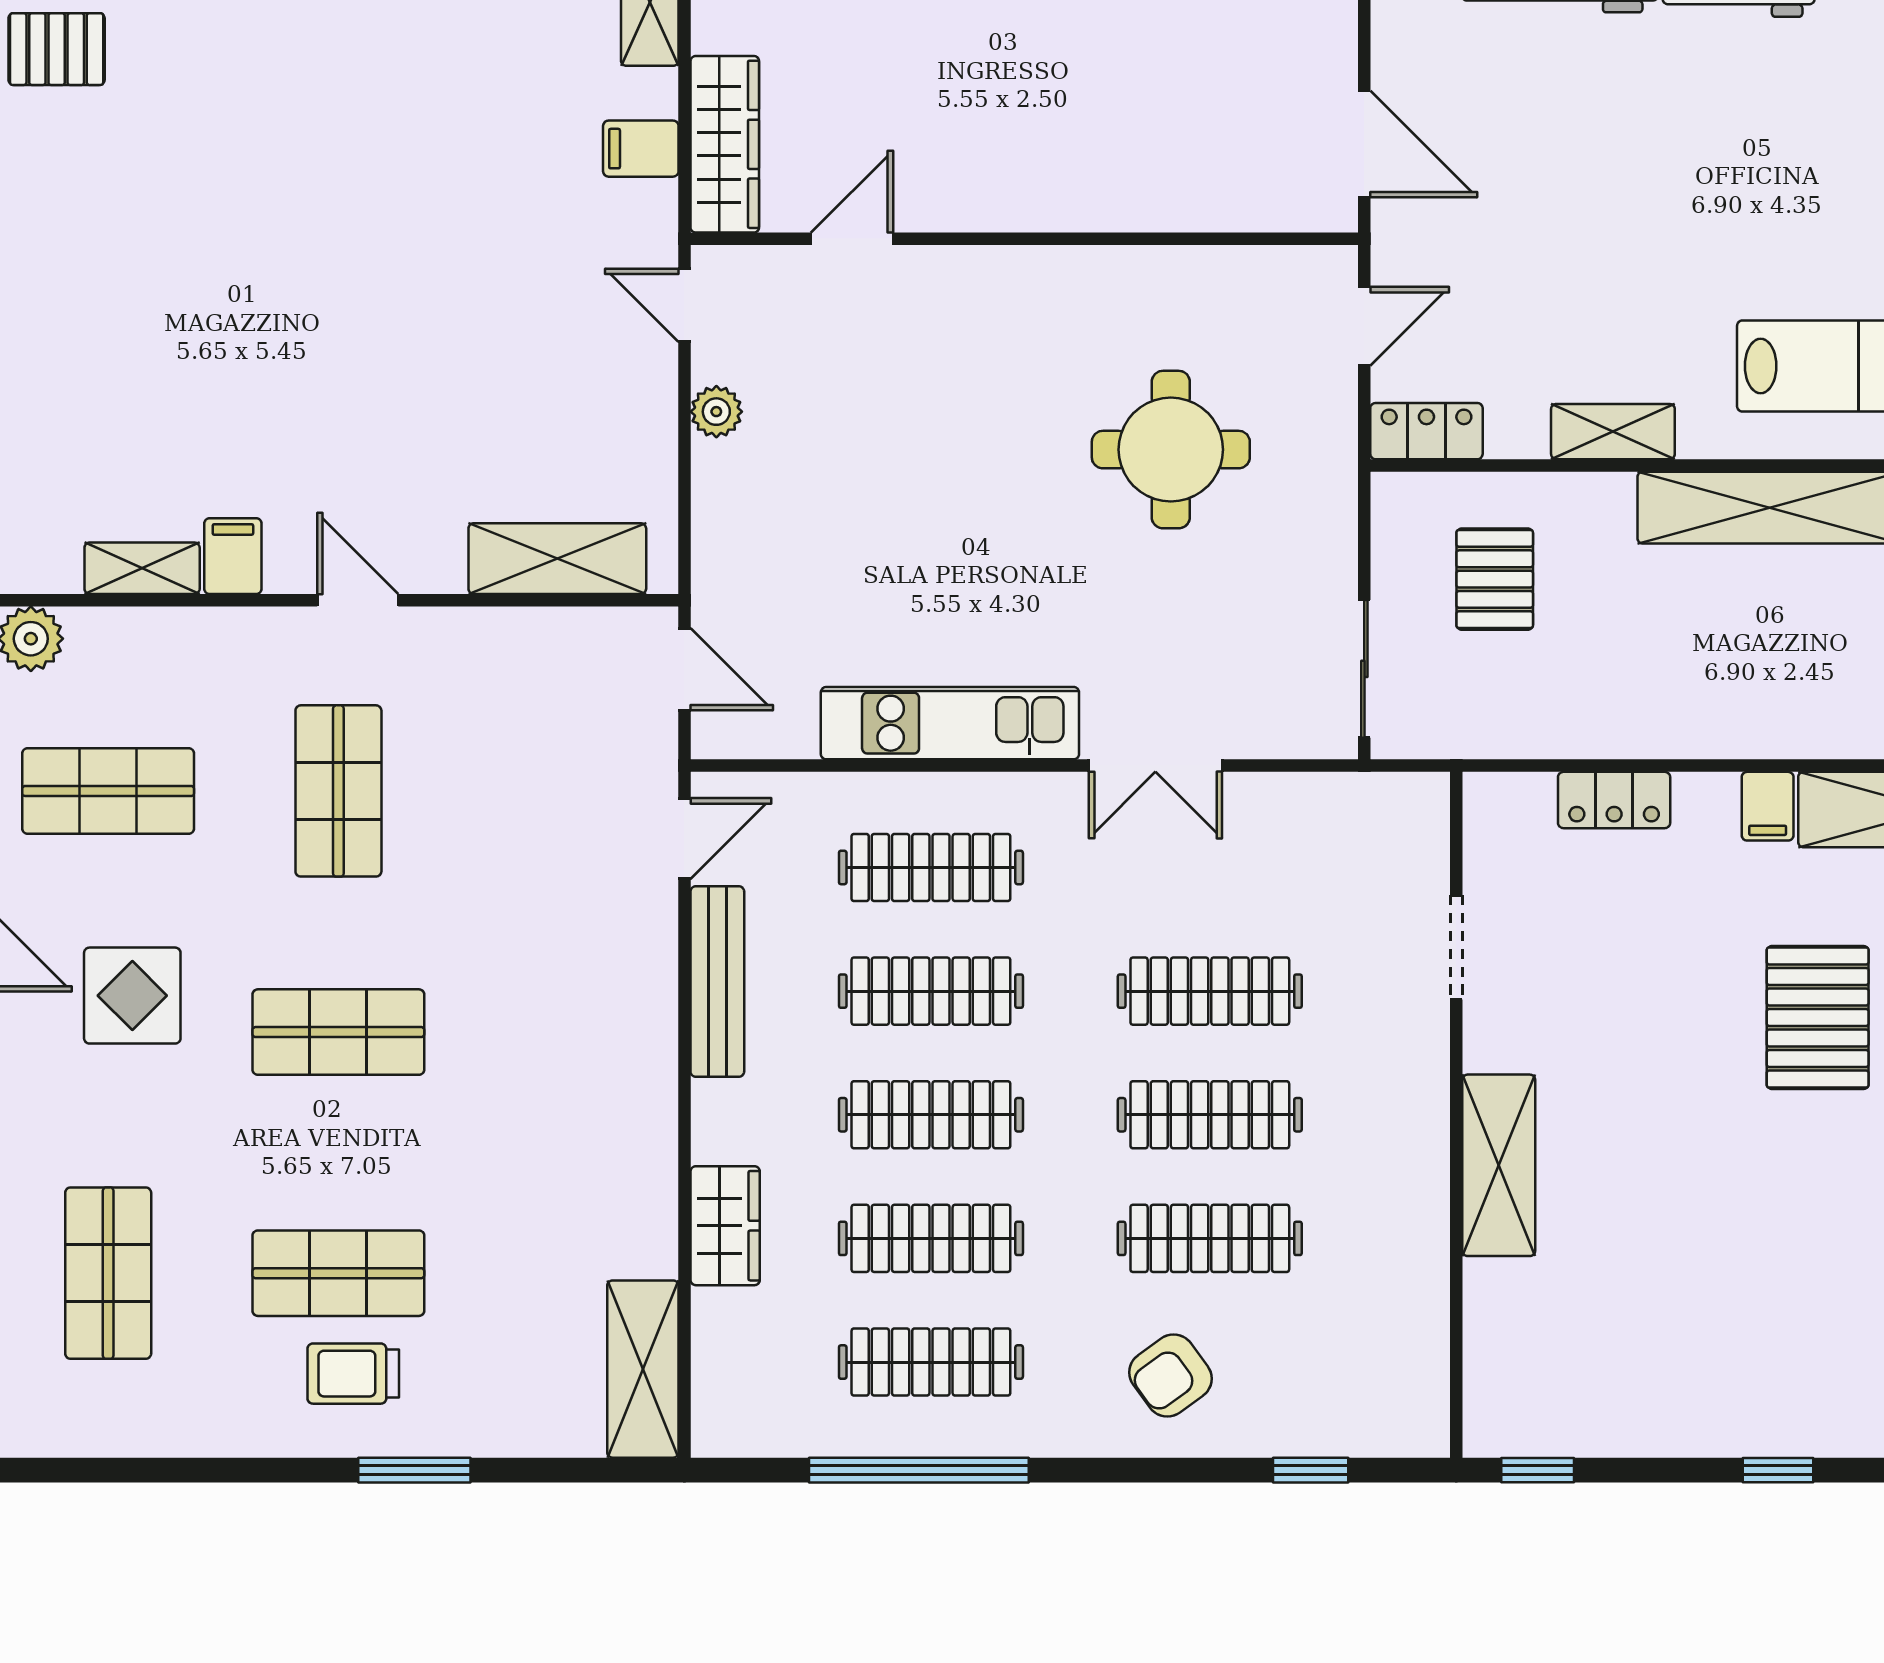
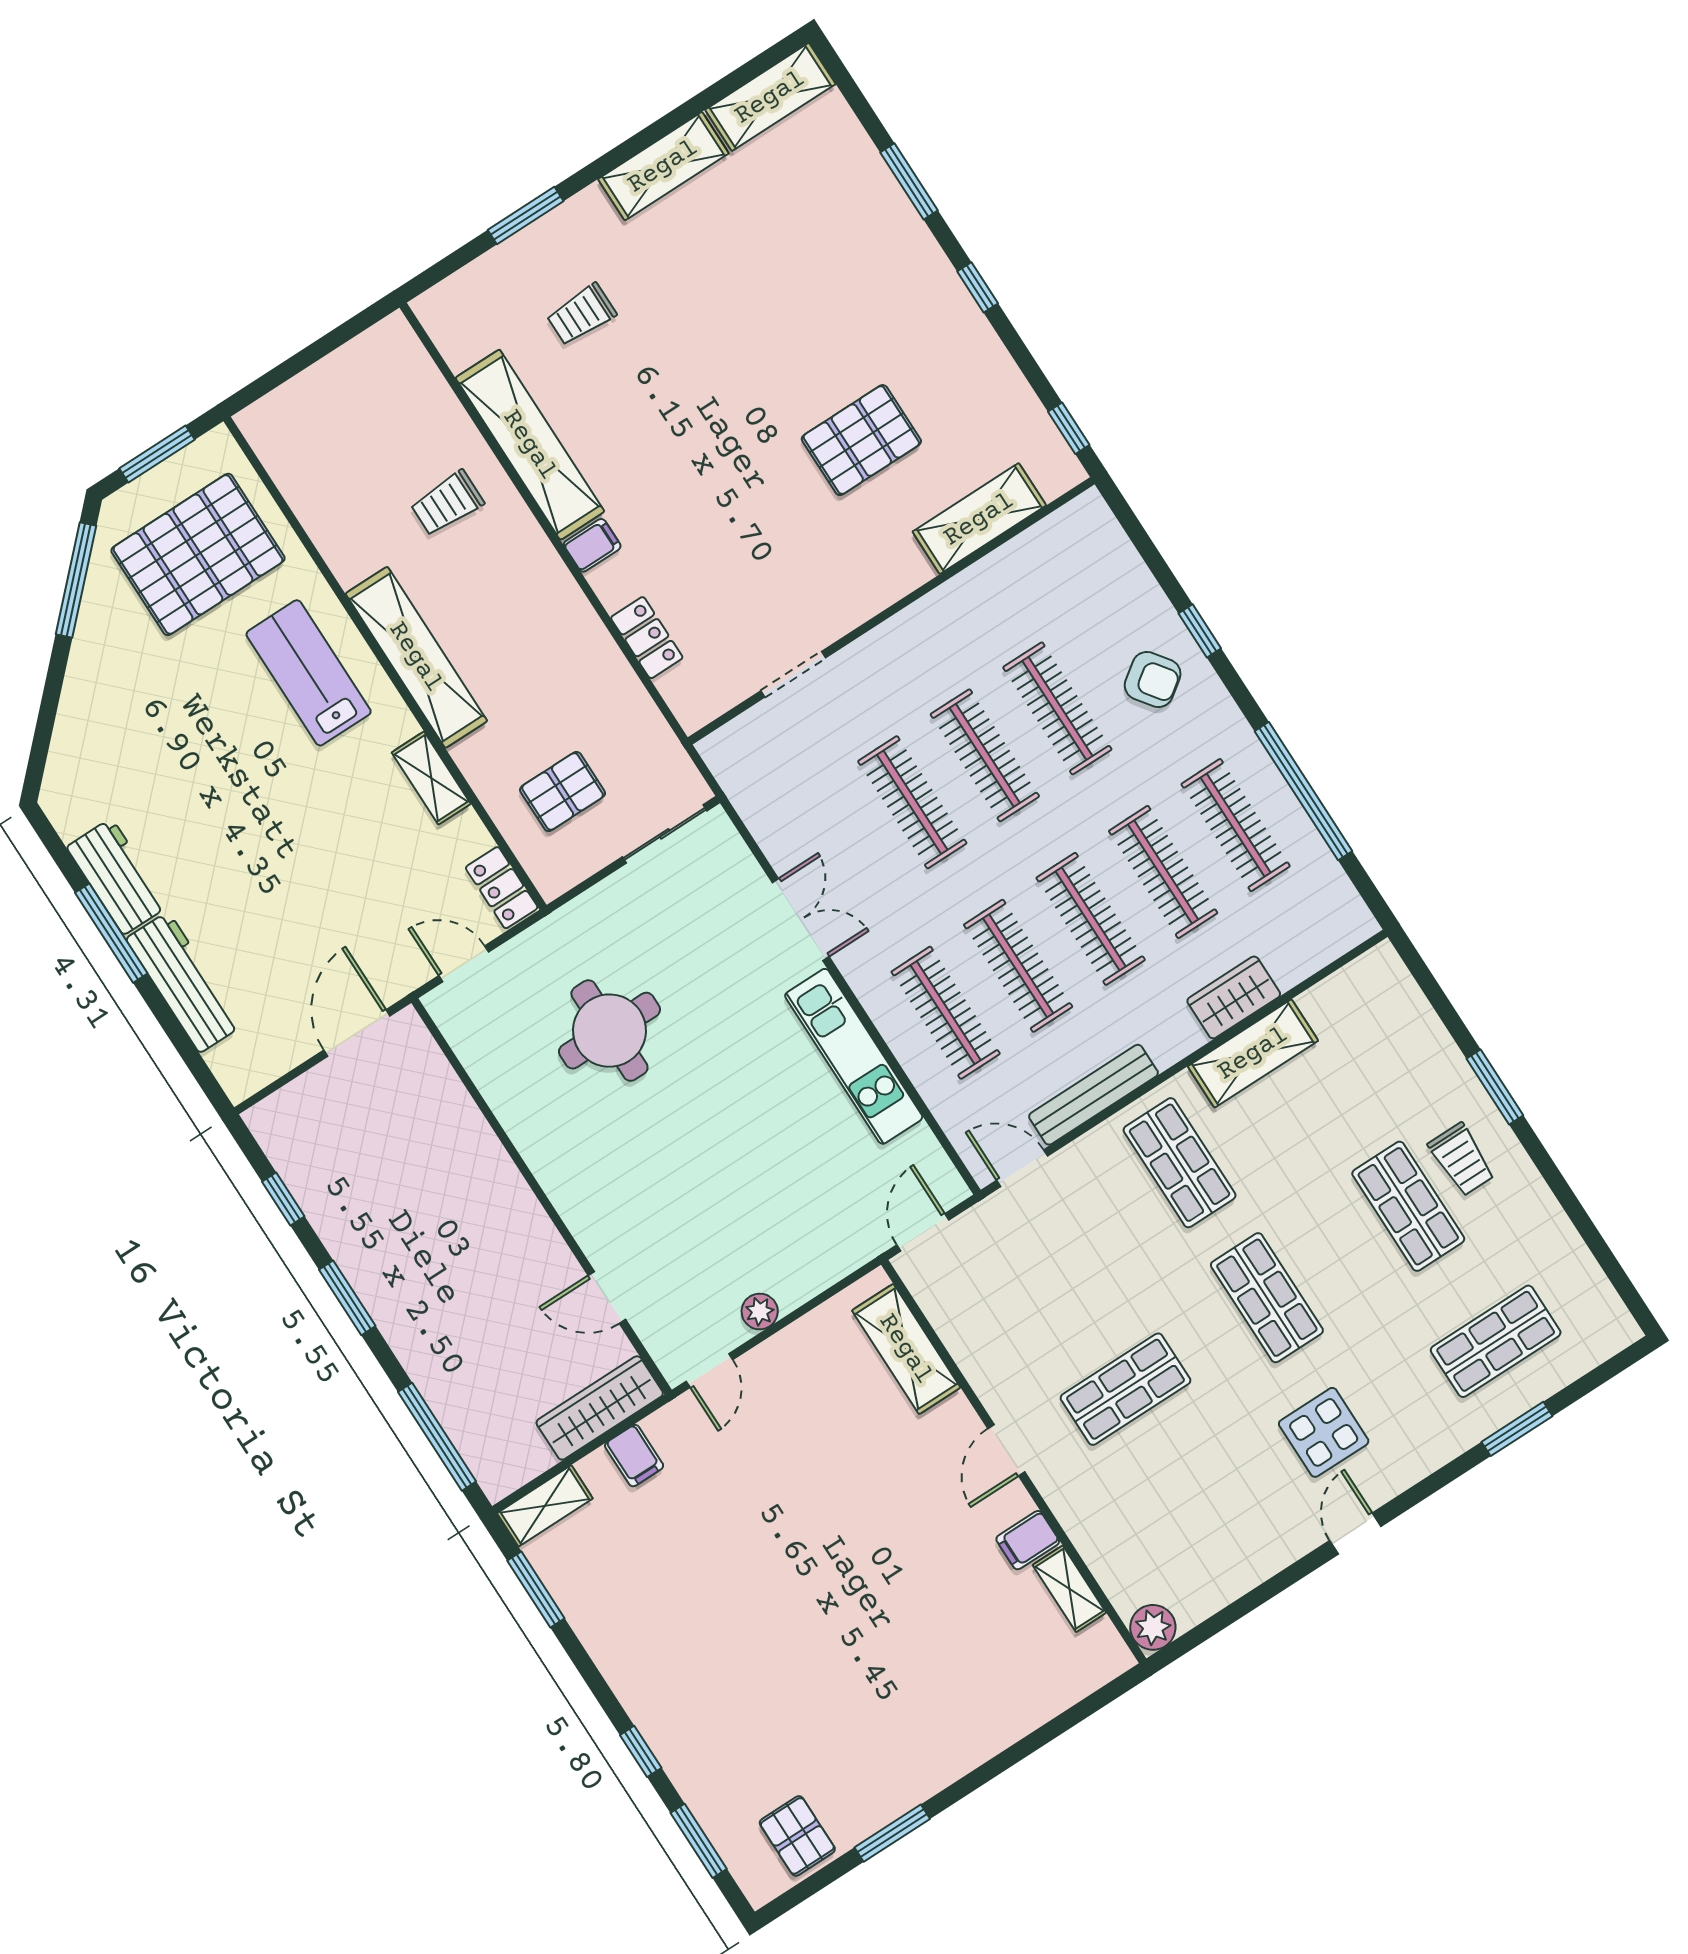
shop shelf: (108, 791) -> (1180, 1163), moved
pallet: (1818, 1018) -> (861, 440), moved
shelving: (1499, 1165) -> (979, 519), moved
shelving: (643, 1369) -> (1253, 1053), moved
window: (1311, 1470) -> (1200, 631), moved

